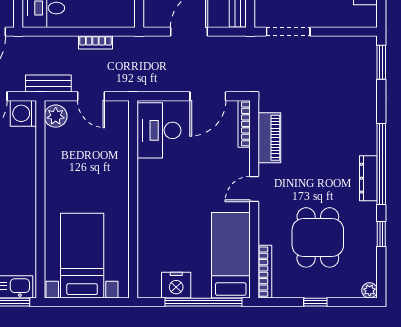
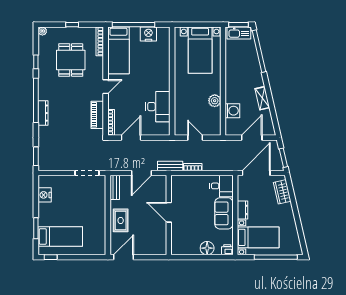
bench: (48, 84) -> (170, 166), moved
washing machine: (23, 113) -> (232, 111), moved
plant: (56, 116) -> (215, 101), moved
desk: (159, 130) -> (158, 107), moved
dresser: (368, 178) -> (43, 113), moved

